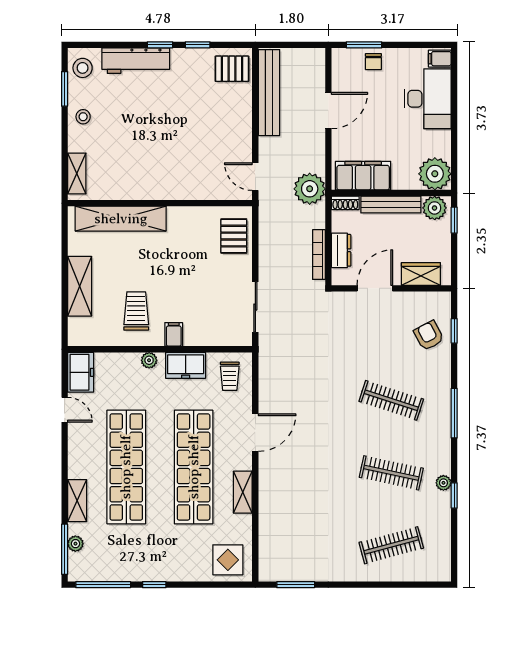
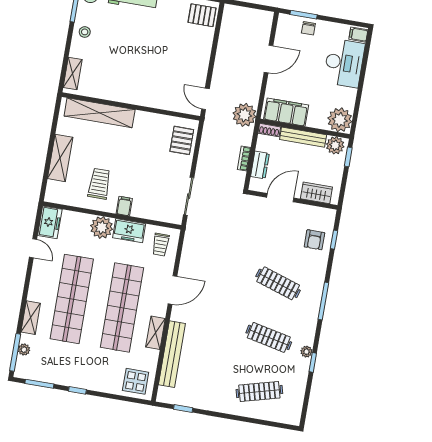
bench: (269, 93) -> (172, 354), moved
bookcase: (319, 255) -> (244, 158), width x0.64
armchair: (429, 336) -> (314, 240), turned -152
plant: (149, 360) -> (102, 227), width x1.88, depth x1.88
window: (103, 585) -> (39, 384), width x0.69
window: (296, 585) -> (183, 409), width x0.67

